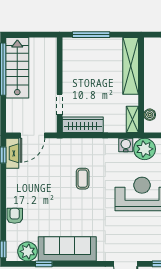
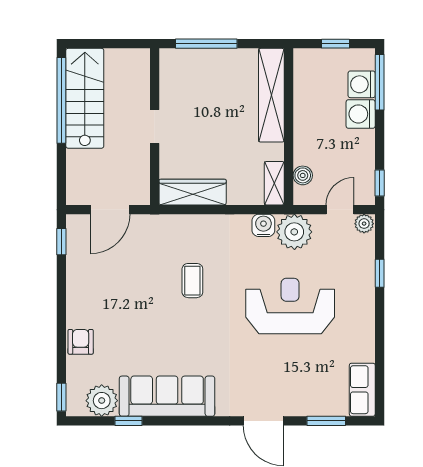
doorway: (60, 105) -> (155, 127), moved
fireplace: (12, 153) -> (77, 239), removed

